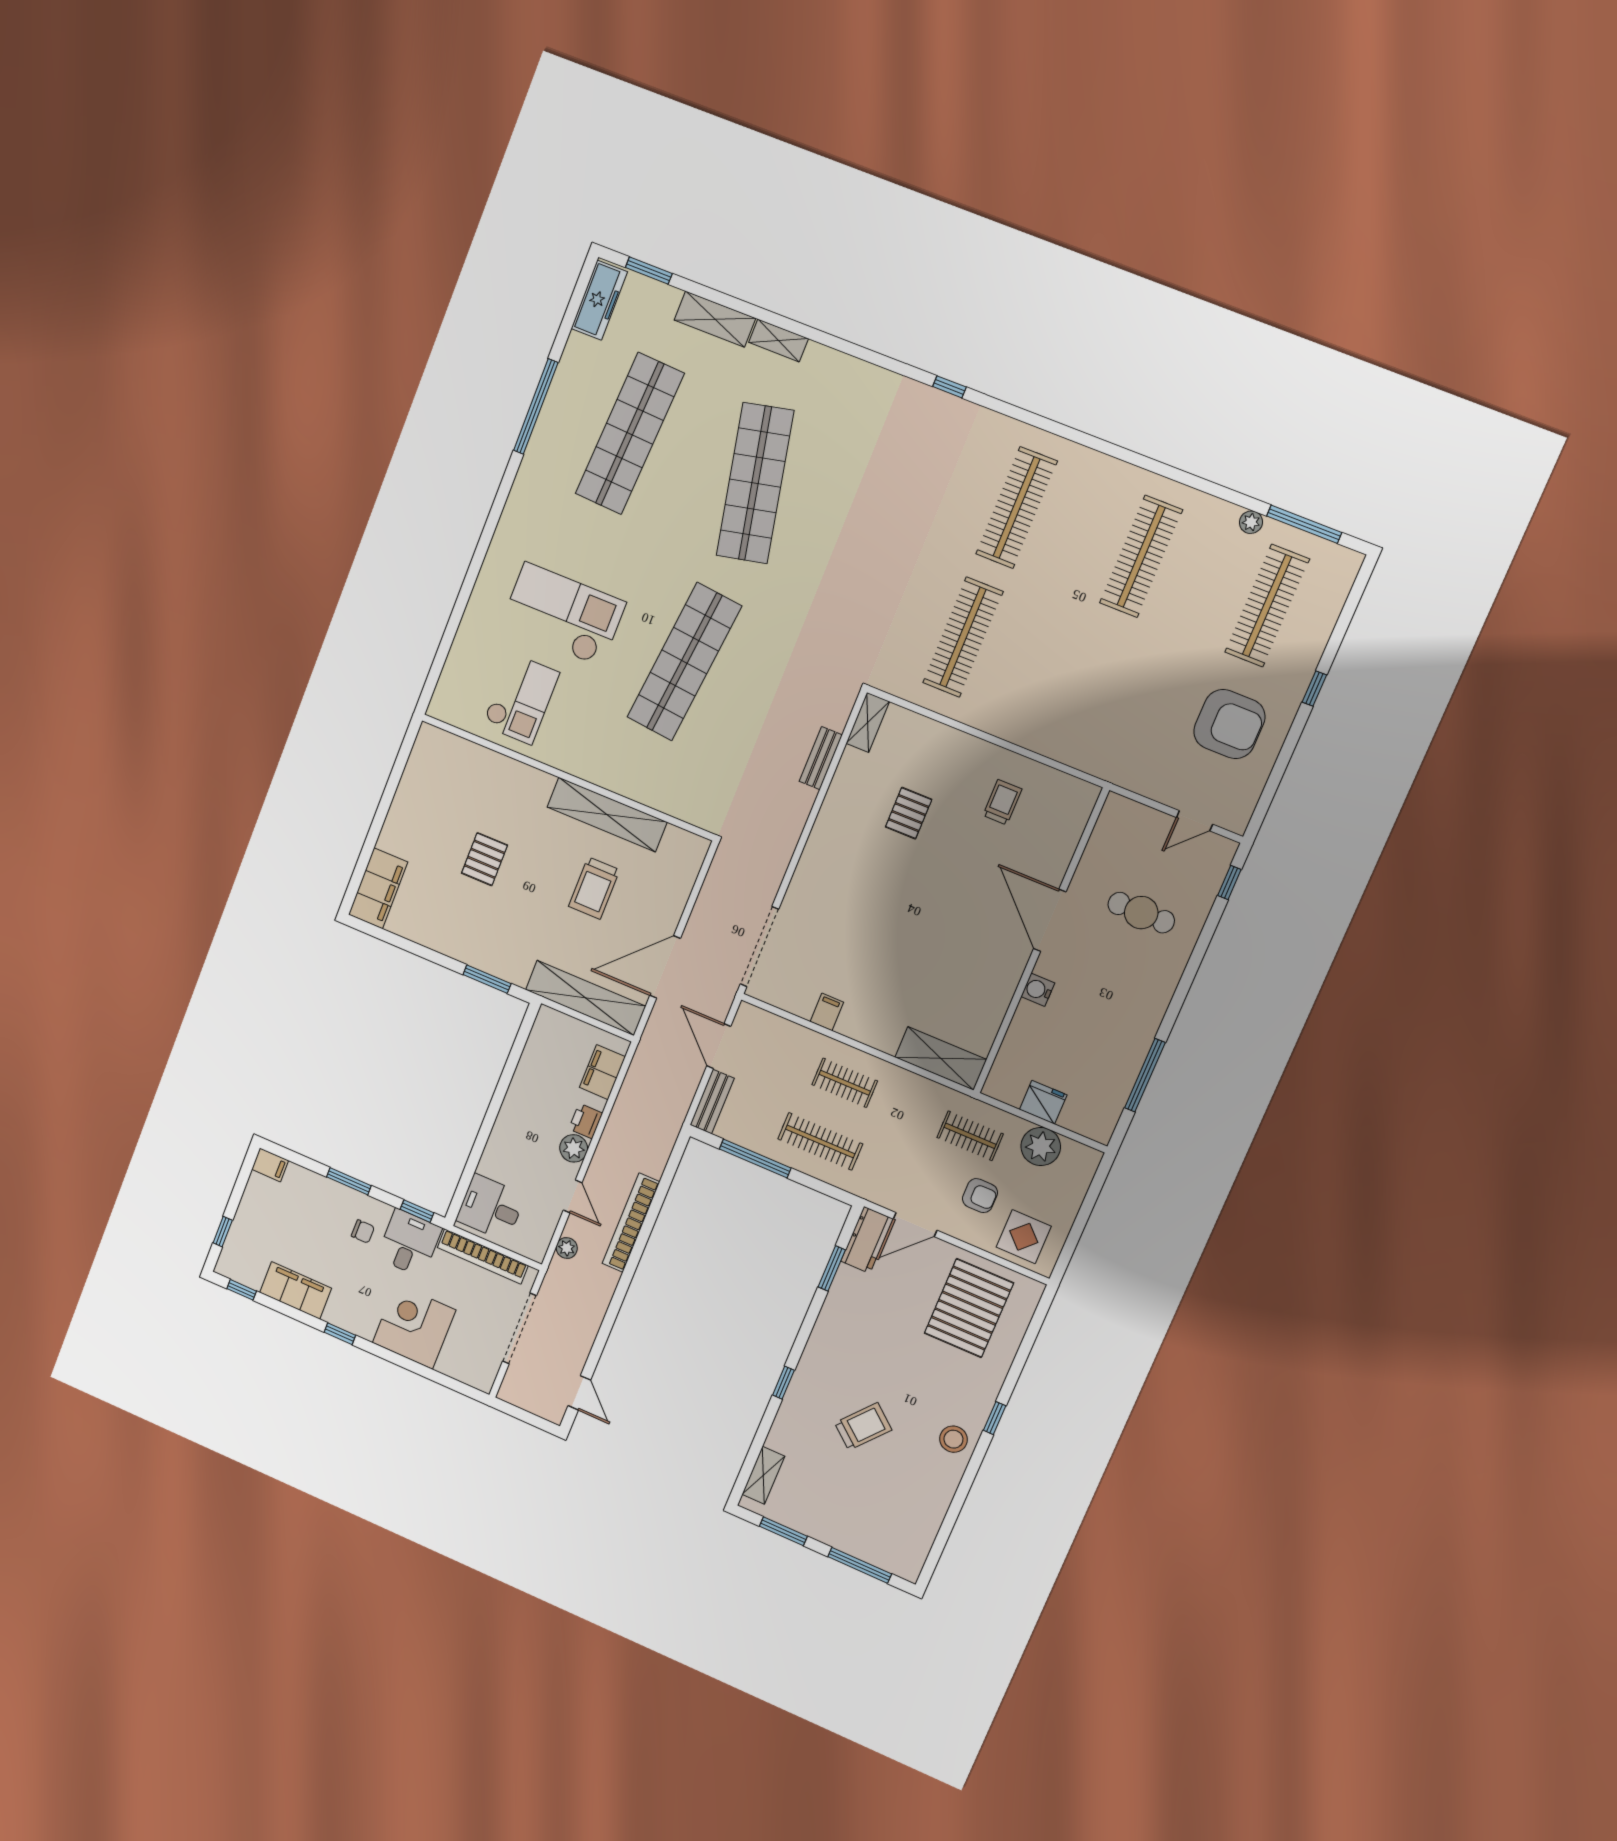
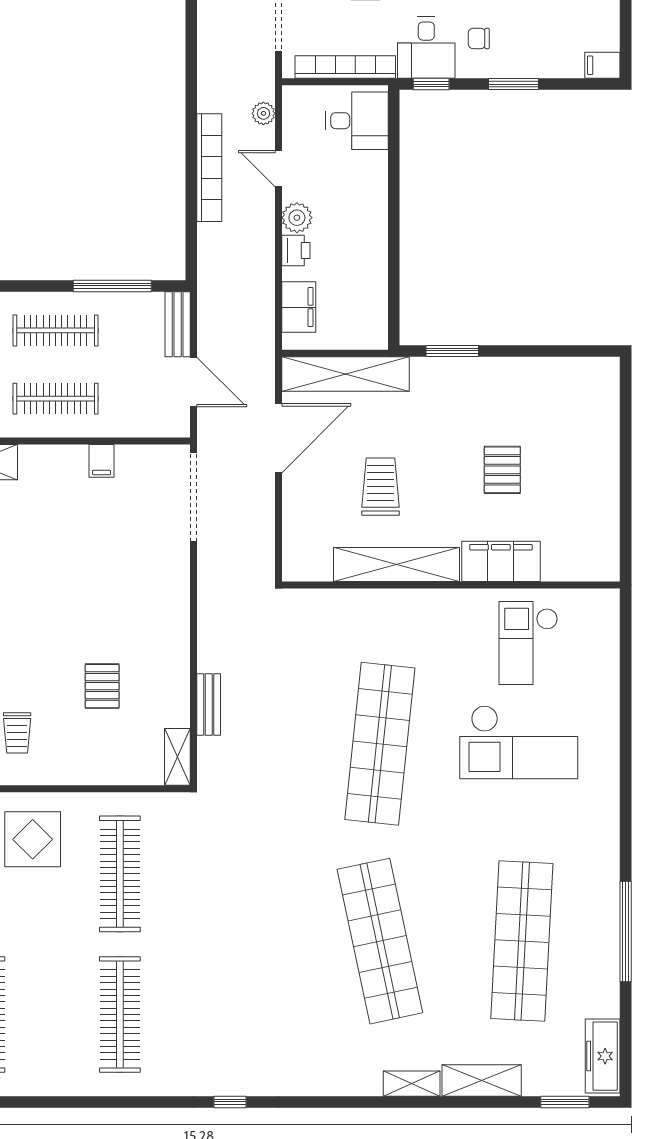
display table: (1029, 700) -> (33, 839), added
filing cabinet: (378, 888) -> (501, 561), moved, turned 90
clothes rail: (845, 1083) -> (56, 399), width x1.36

